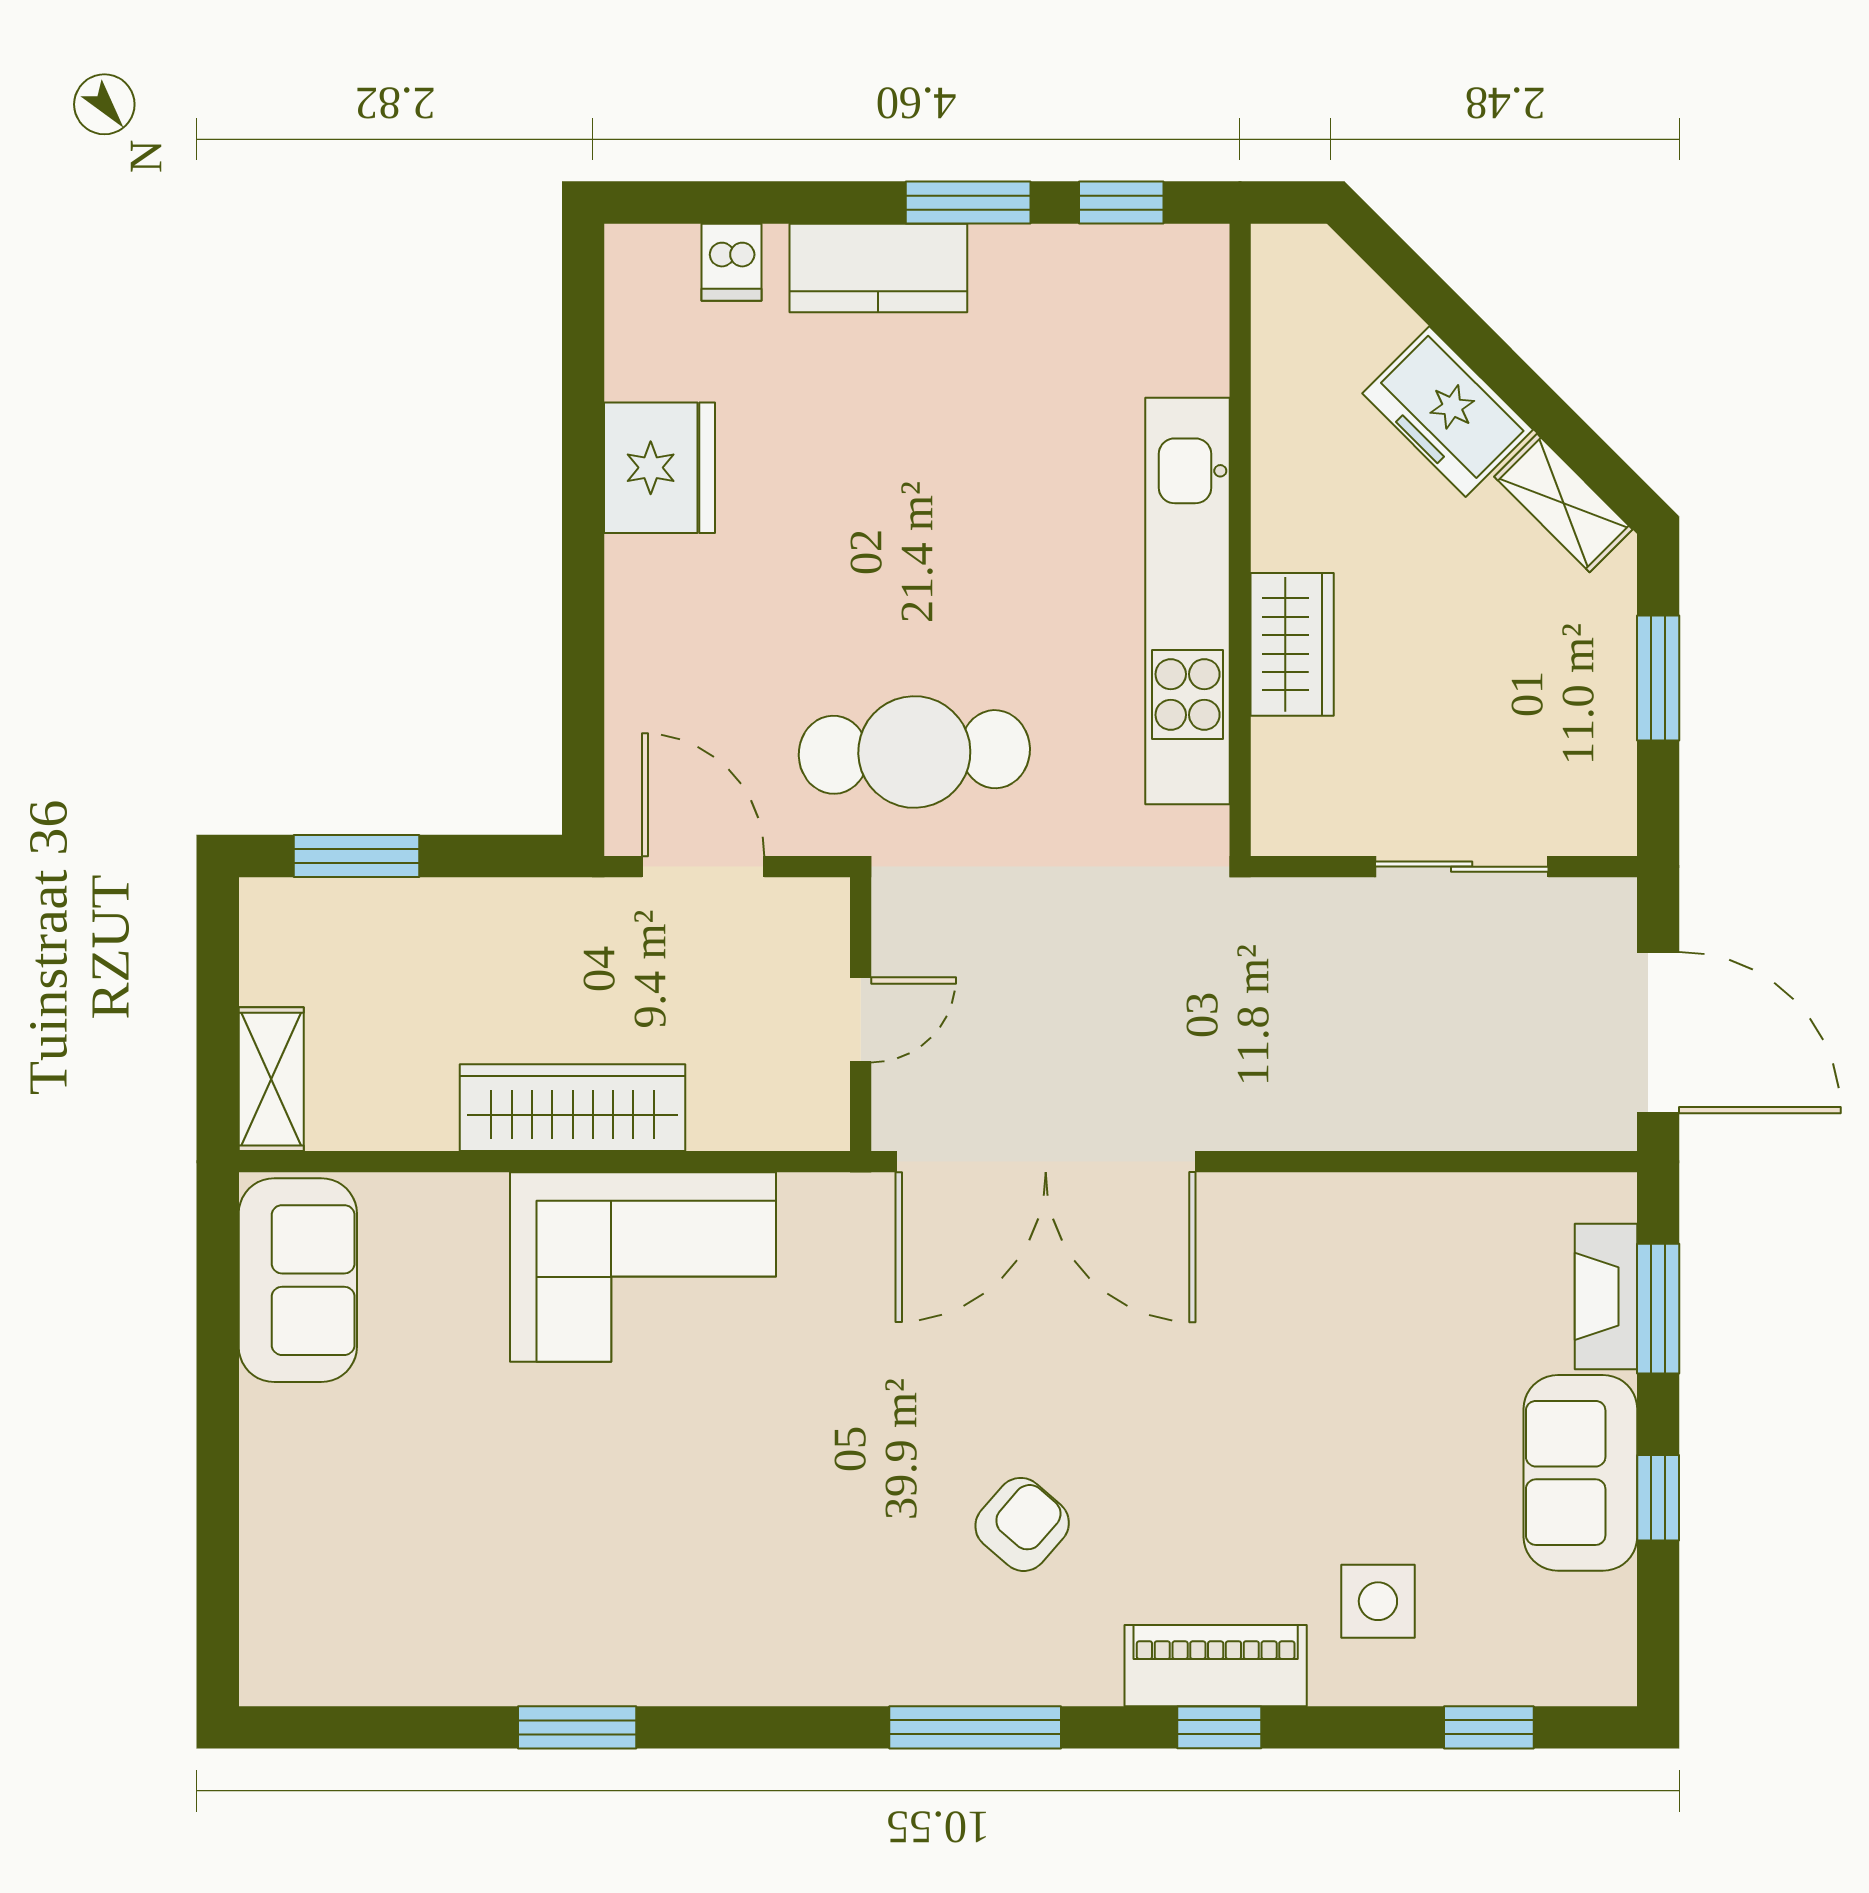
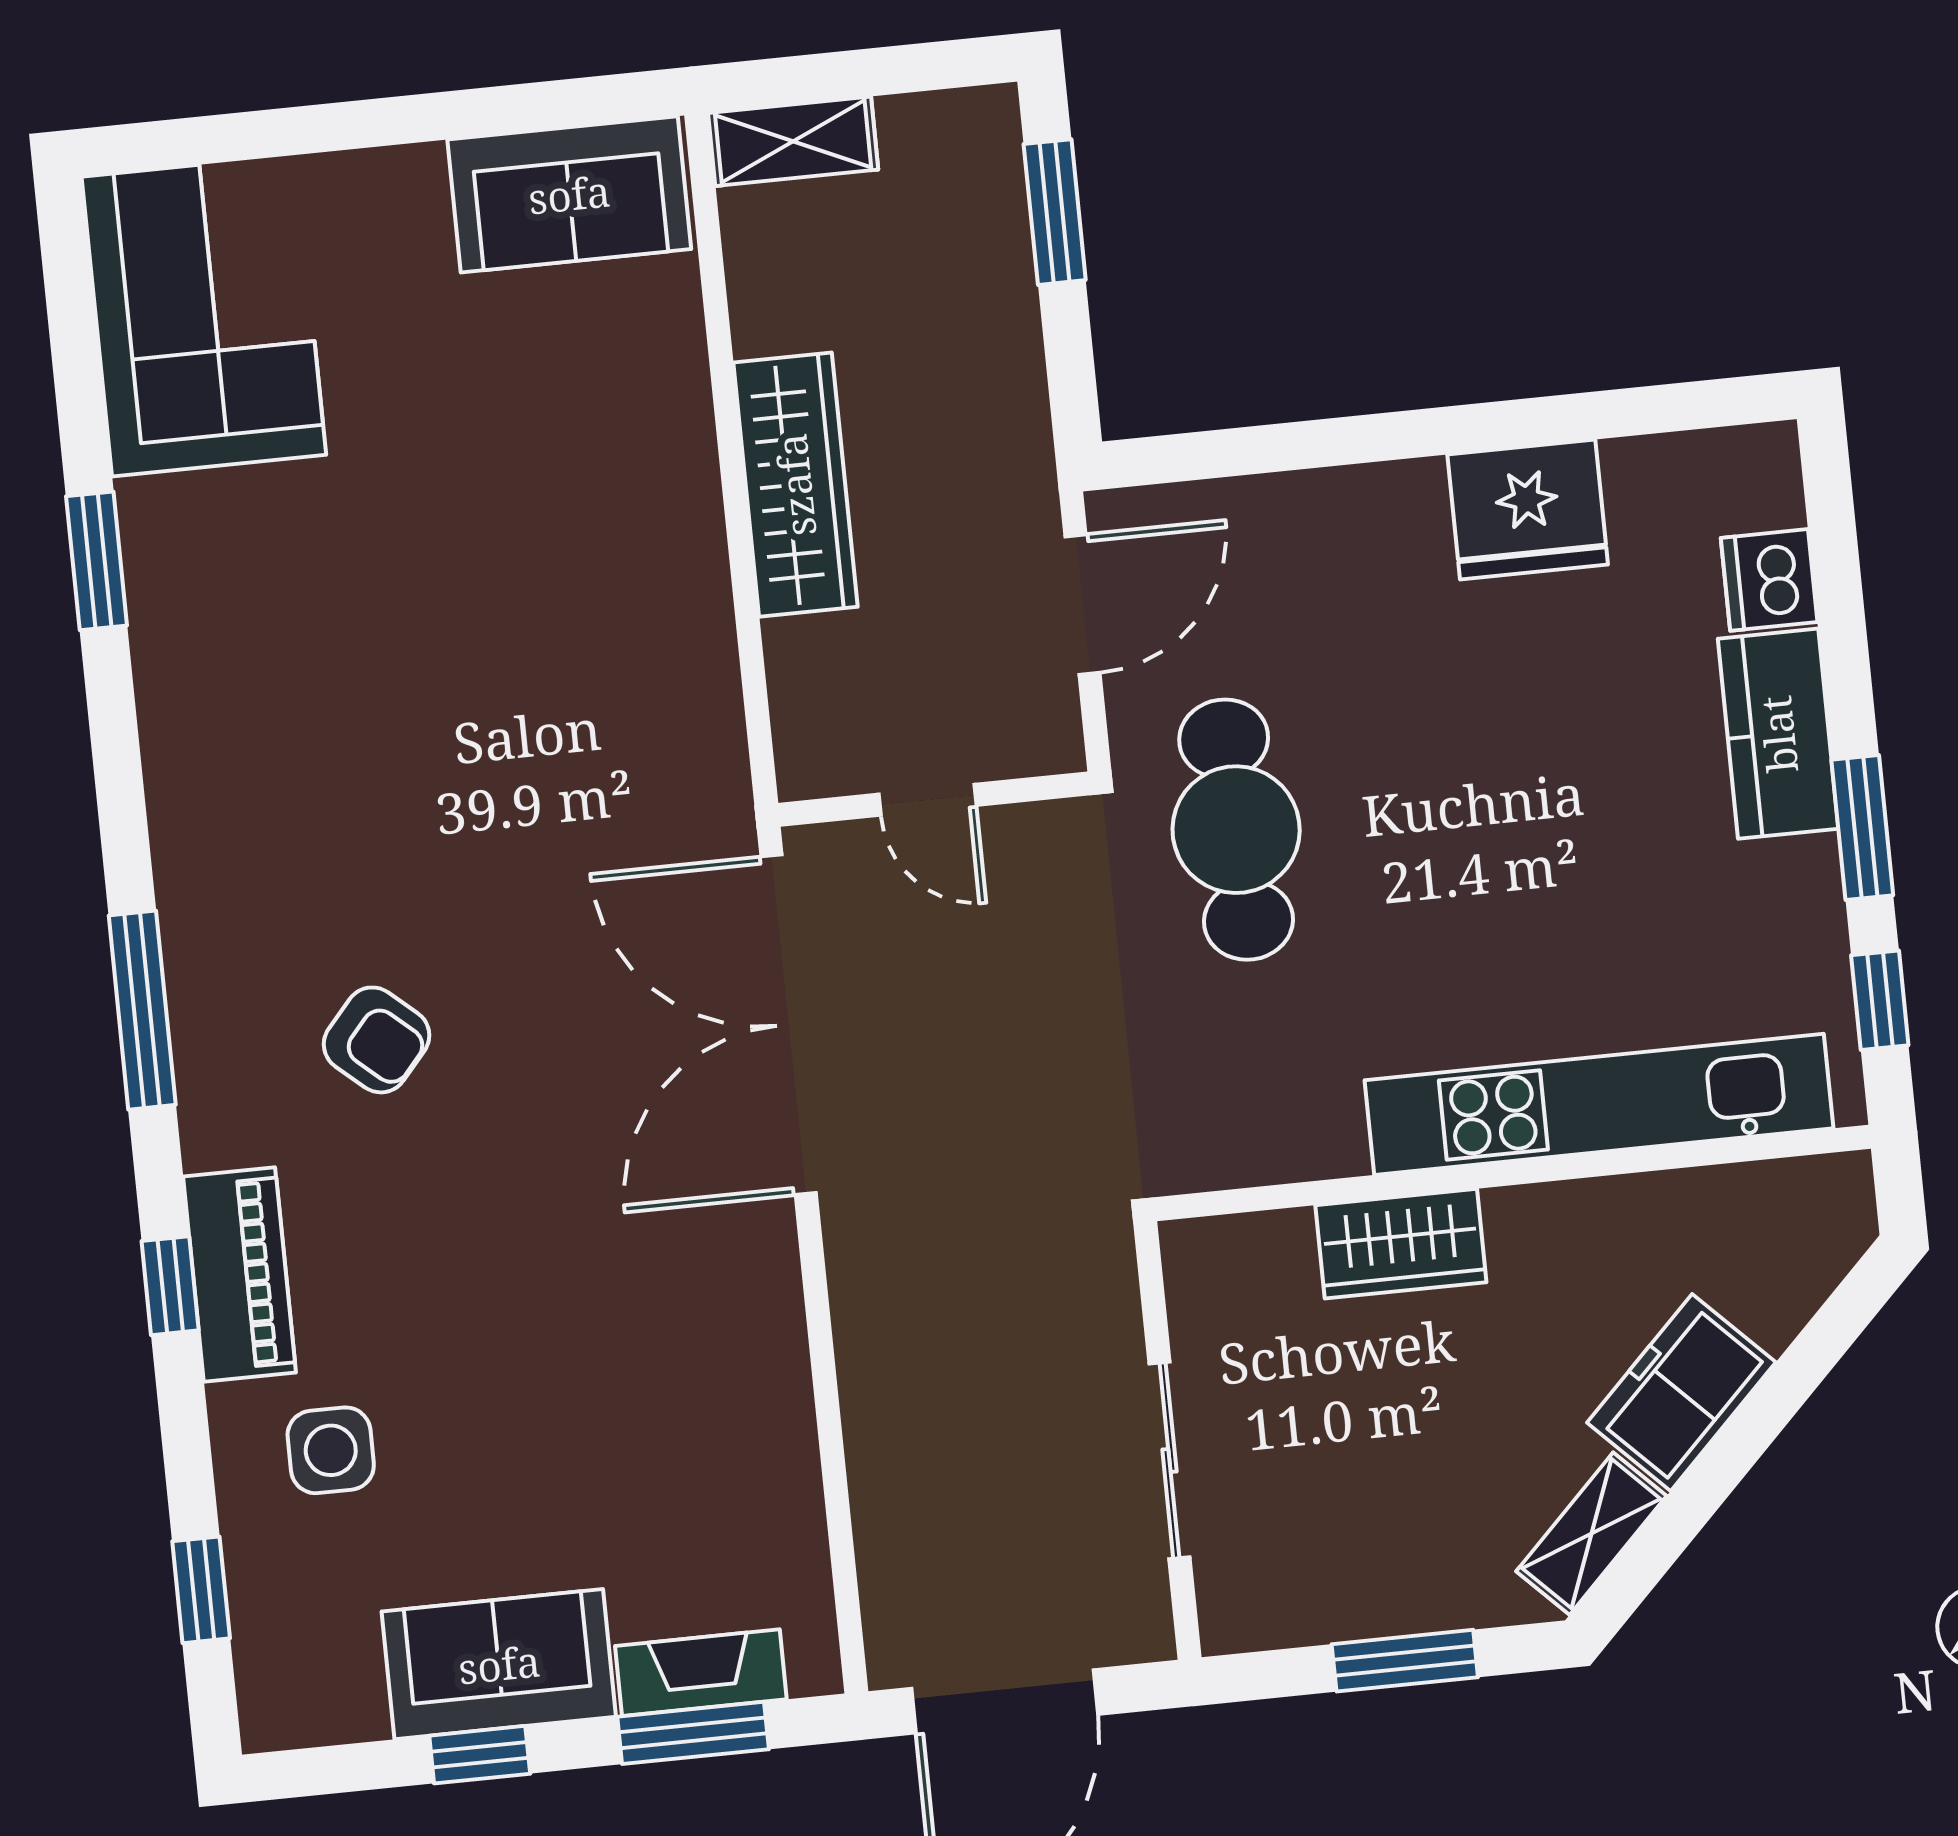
dishwasher: (731, 262) -> (1769, 580), width x1.38
kitchen unit: (1188, 601) -> (1599, 1104), moved
corner sofa: (643, 1267) -> (204, 316), moved, turned 180

